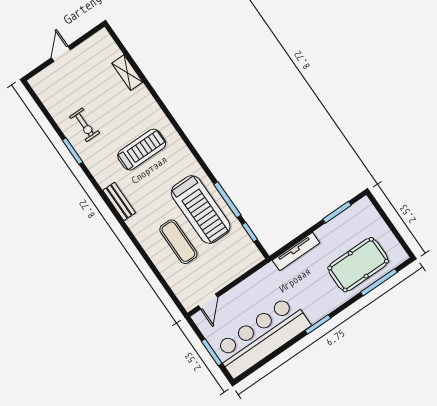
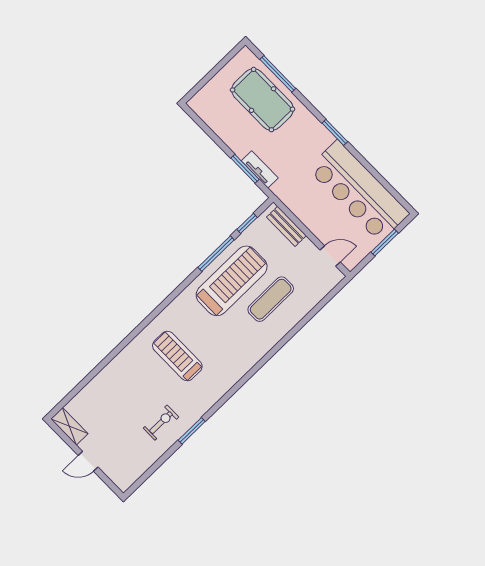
shelving: (127, 73) -> (69, 426), moved, turned 90
bench: (119, 201) -> (286, 226), moved, turned 90
window: (337, 212) -> (245, 169), moved
tv unit: (296, 252) -> (260, 169), width x0.71

